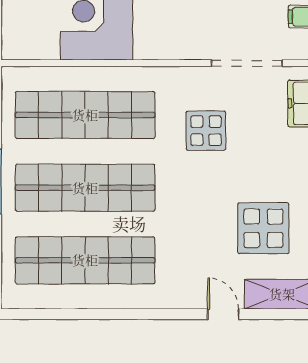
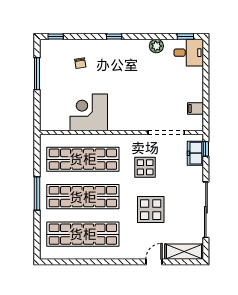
display table: (263, 228) -> (151, 210), moved
door: (223, 314) -> (154, 262), hinge flipped

